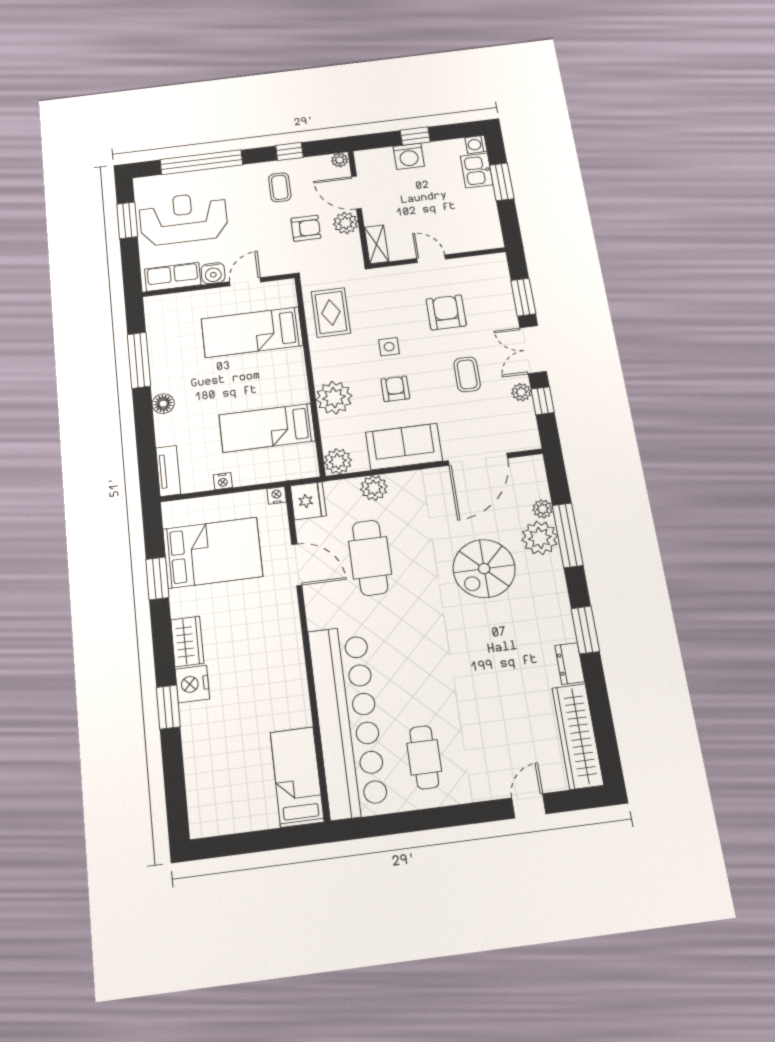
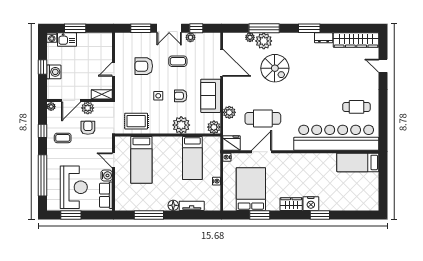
reception desk: (183, 218) -> (74, 187), turned 180
tv unit: (168, 471) -> (192, 206), moved

